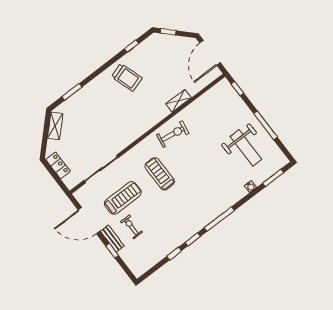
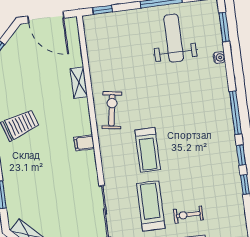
filing cabinet: (140, 128) -> (84, 143), added
weight bench: (246, 148) -> (174, 38), turned -90
treadmill: (160, 174) -> (148, 150), turned -90

